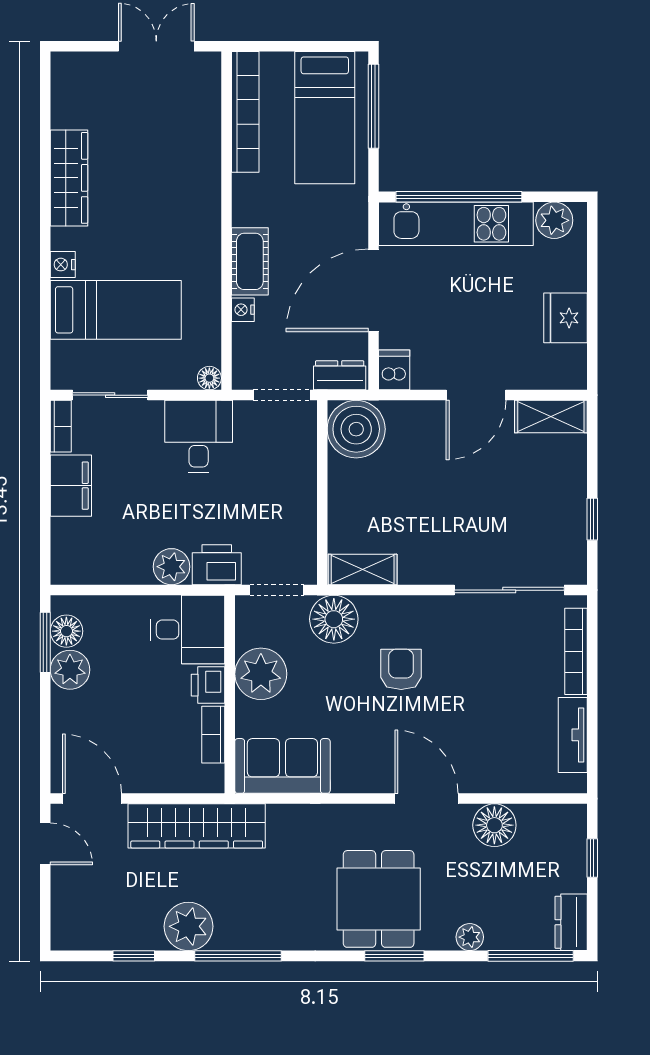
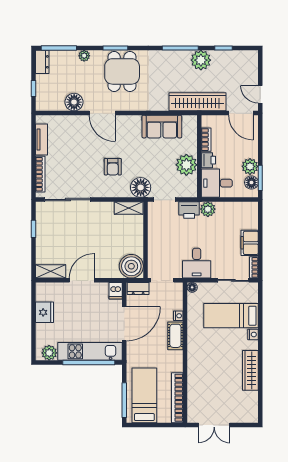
desk: (188, 630) -> (217, 183), moved
plant: (261, 674) -> (186, 165), moved
printer: (208, 685) -> (208, 160), moved
wall: (230, 694) -> (199, 156), moved
bookcase: (213, 735) -> (206, 140), moved

